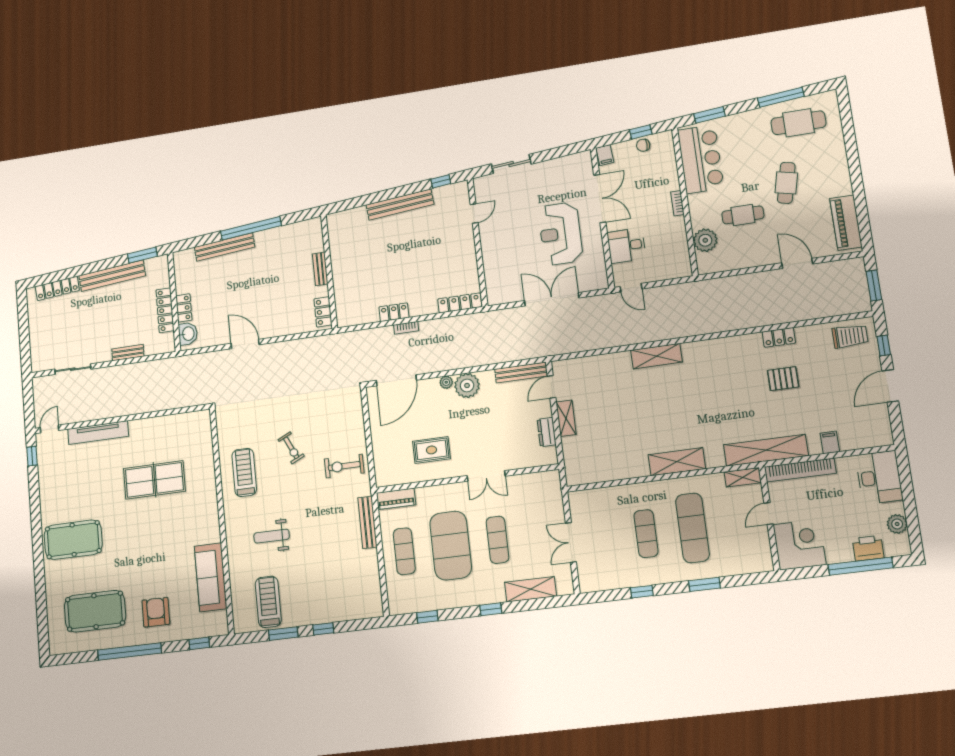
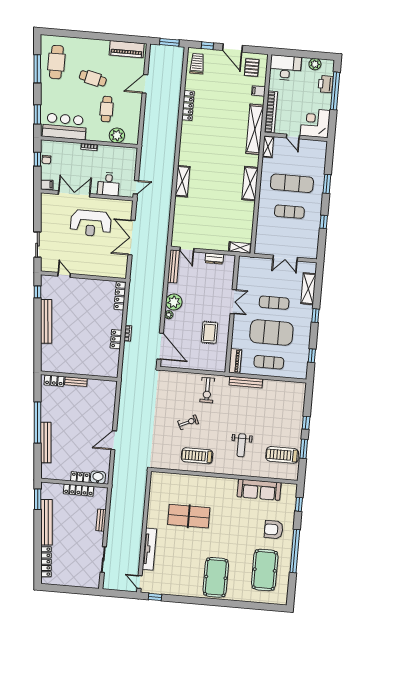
locker: (323, 312) -> (54, 381), moved
locker: (779, 337) -> (188, 106), width x1.53
pallet: (783, 379) -> (252, 67), moved
shelving: (566, 418) -> (240, 248), moved
table tennis table: (154, 480) -> (189, 516), turned 90

